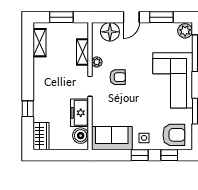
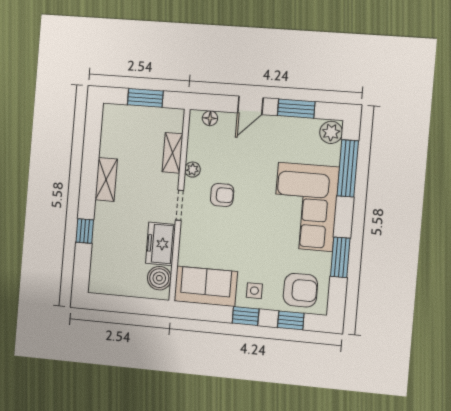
floor lamp: (110, 32) -> (210, 118), width x0.53, depth x0.53
shelving: (39, 43) -> (106, 179), moved
wardrobe: (41, 136) -> (101, 273), removed

